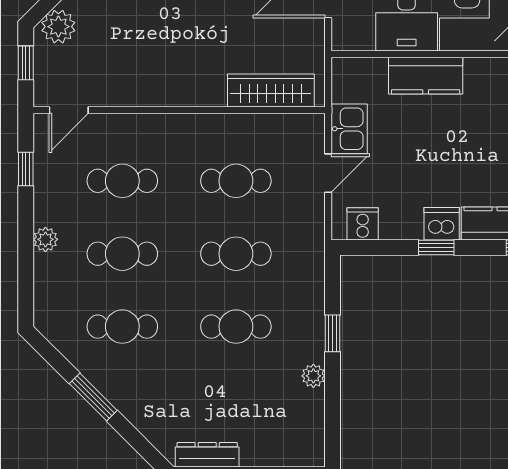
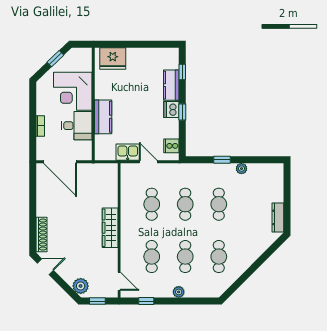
wardrobe: (271, 91) -> (110, 228), moved
window: (93, 397) -> (251, 270), removed

